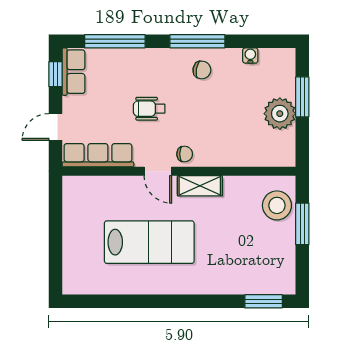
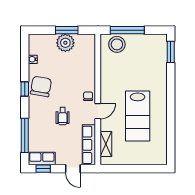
window: (197, 41) -> (25, 89), width x0.46
chair: (202, 70) -> (41, 86), width x1.87, depth x1.87
window: (302, 97) -> (67, 30), moved
shelving: (200, 186) -> (106, 144), moved
window: (302, 224) -> (127, 30), width x1.44
lab bench: (149, 242) -> (138, 116), turned 180

